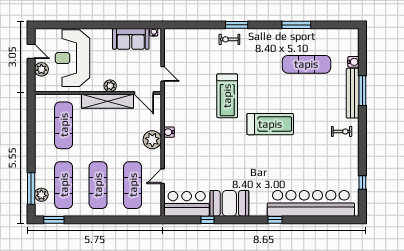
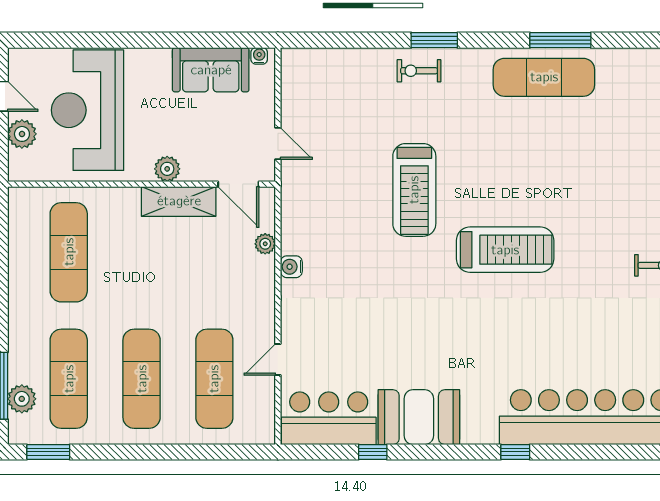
exercise mat: (306, 64) -> (544, 77), moved
shelving: (107, 101) -> (179, 201), width x0.68
plant: (152, 140) -> (265, 244), moved, width x0.53, depth x0.53

